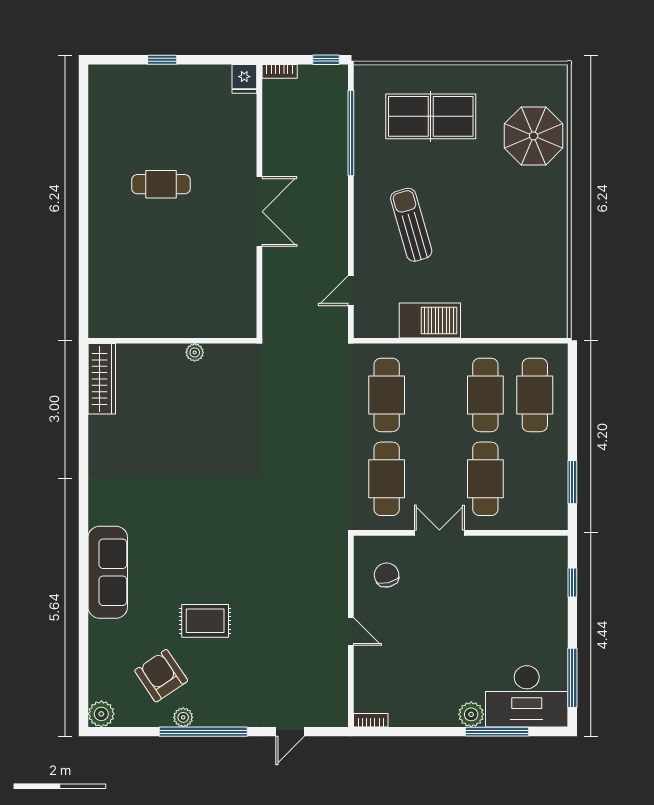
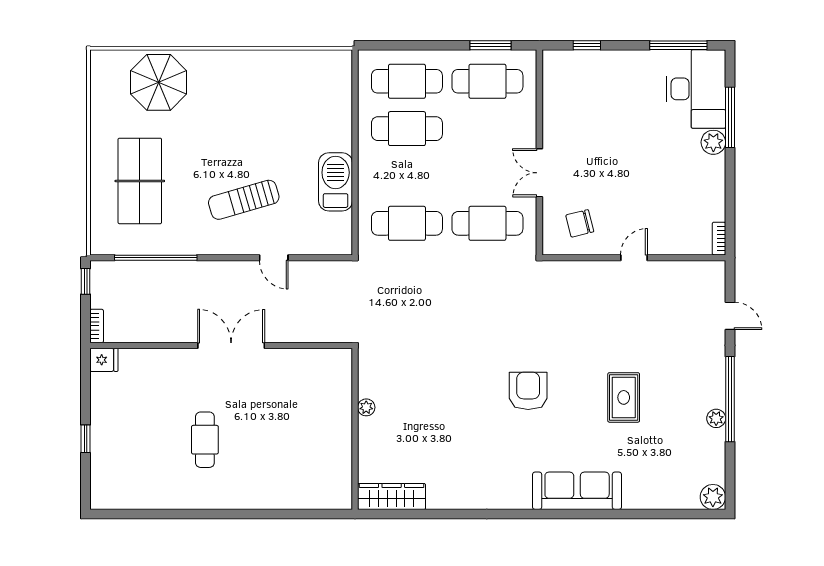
door: (351, 291) -> (274, 258), moved
cafe table: (485, 479) -> (487, 81), moved
armchair: (161, 676) -> (528, 391), moved, turned 124

